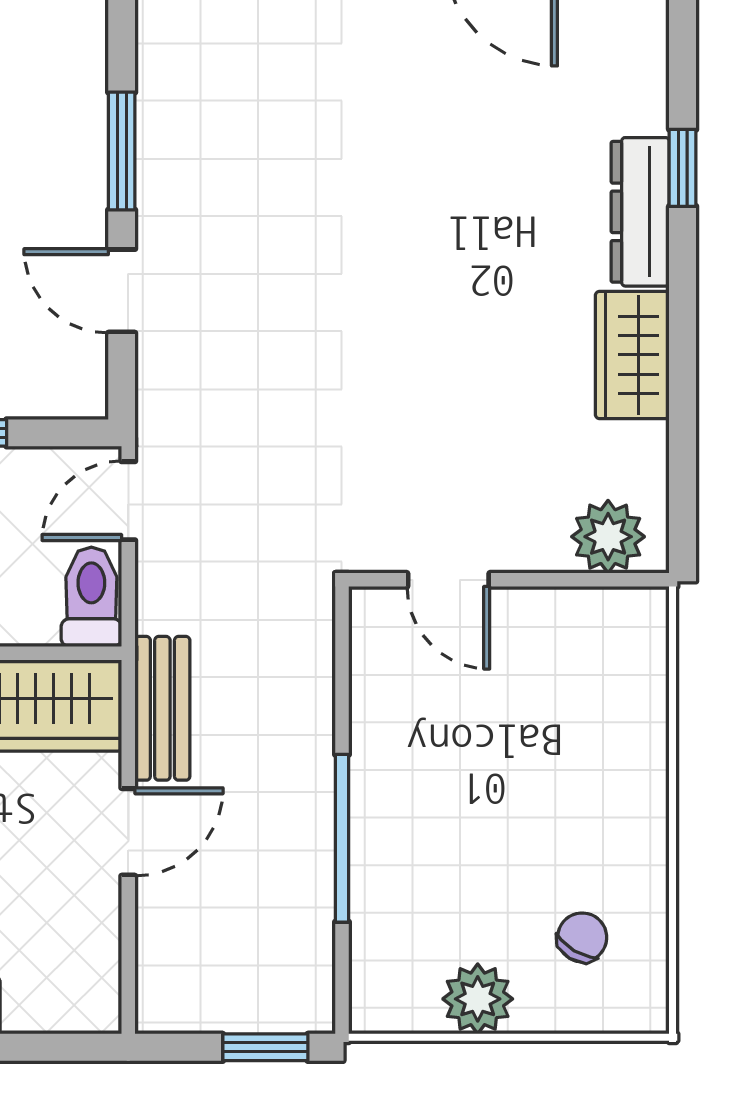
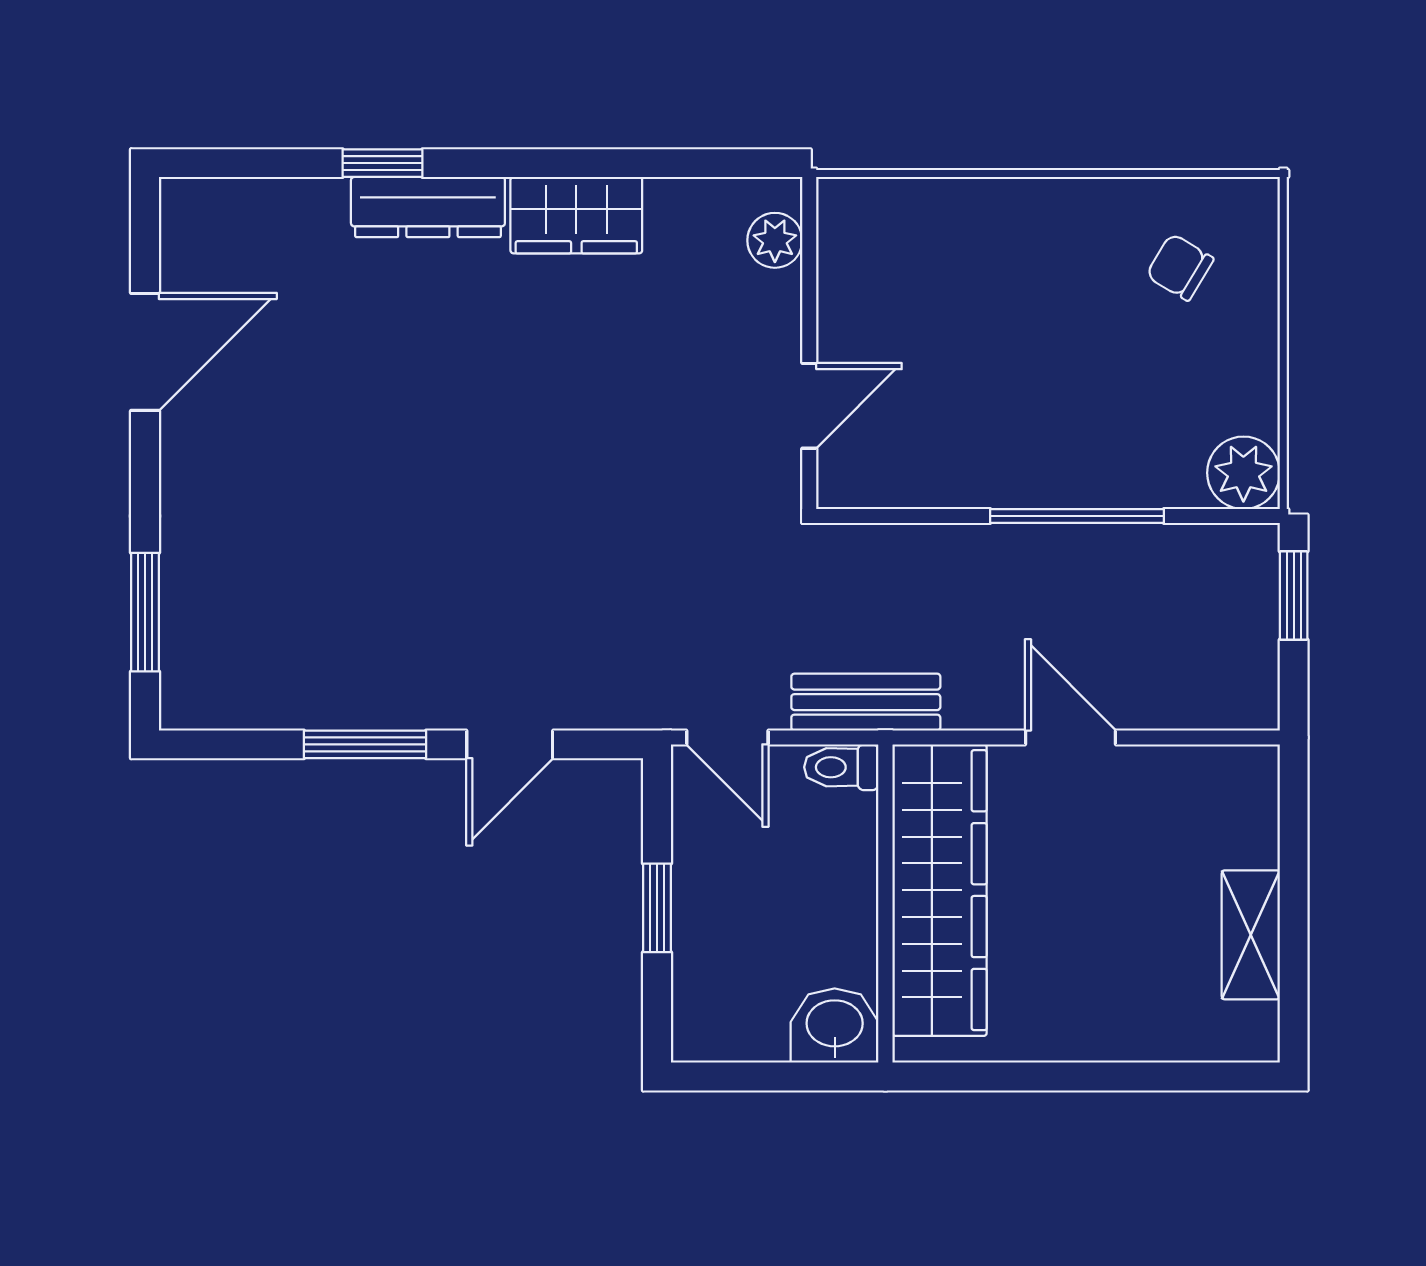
plant: (608, 537) -> (775, 240), width x0.73, depth x0.73
toilet: (91, 597) -> (841, 767), width x0.73, depth x0.72
bench: (162, 708) -> (866, 702), moved
plant: (478, 999) -> (1243, 473), moved

